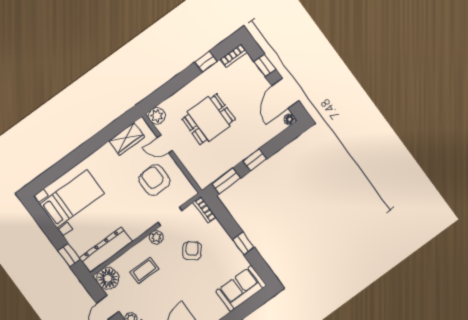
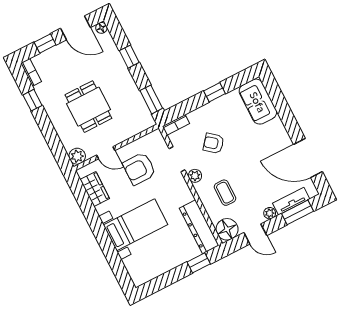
door: (165, 144) -> (106, 153), hinge flipped
window: (255, 160) -> (129, 57), moved
bed with nightstands: (72, 199) -> (136, 225), moved, turned 90

